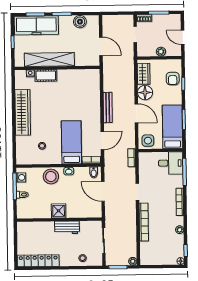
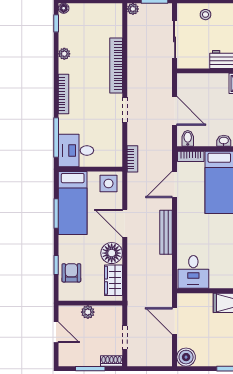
boiler: (80, 22) -> (186, 357), moved
desk: (88, 80) -> (193, 272), added

